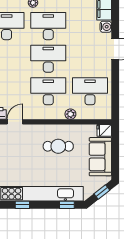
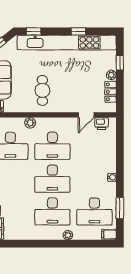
cafe table: (58, 146) -> (42, 90), turned 90

